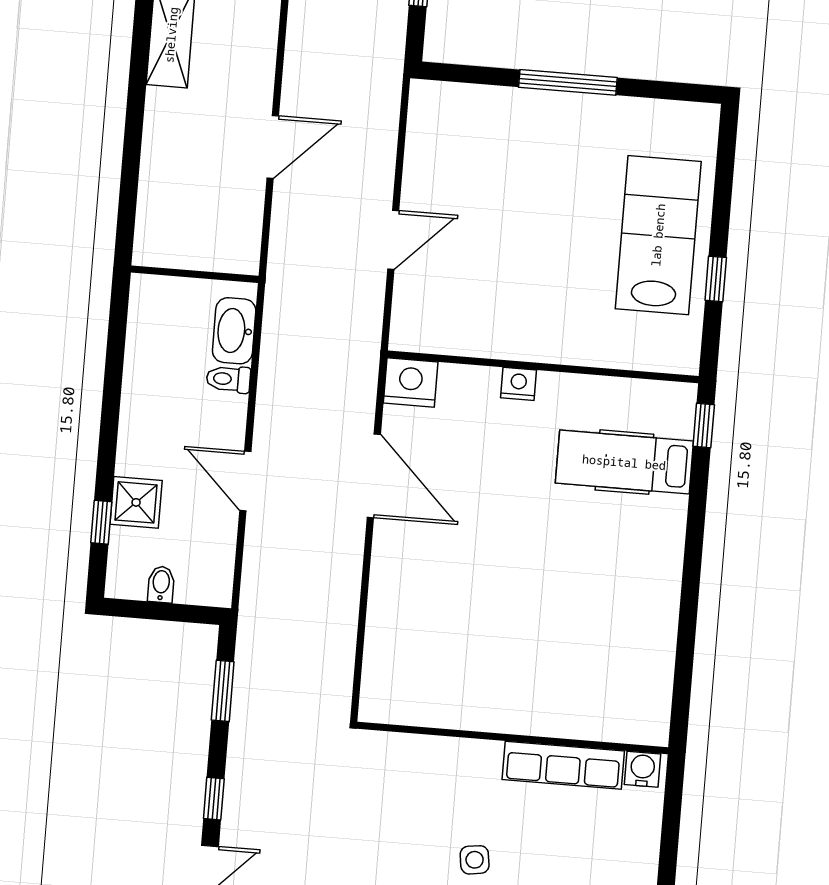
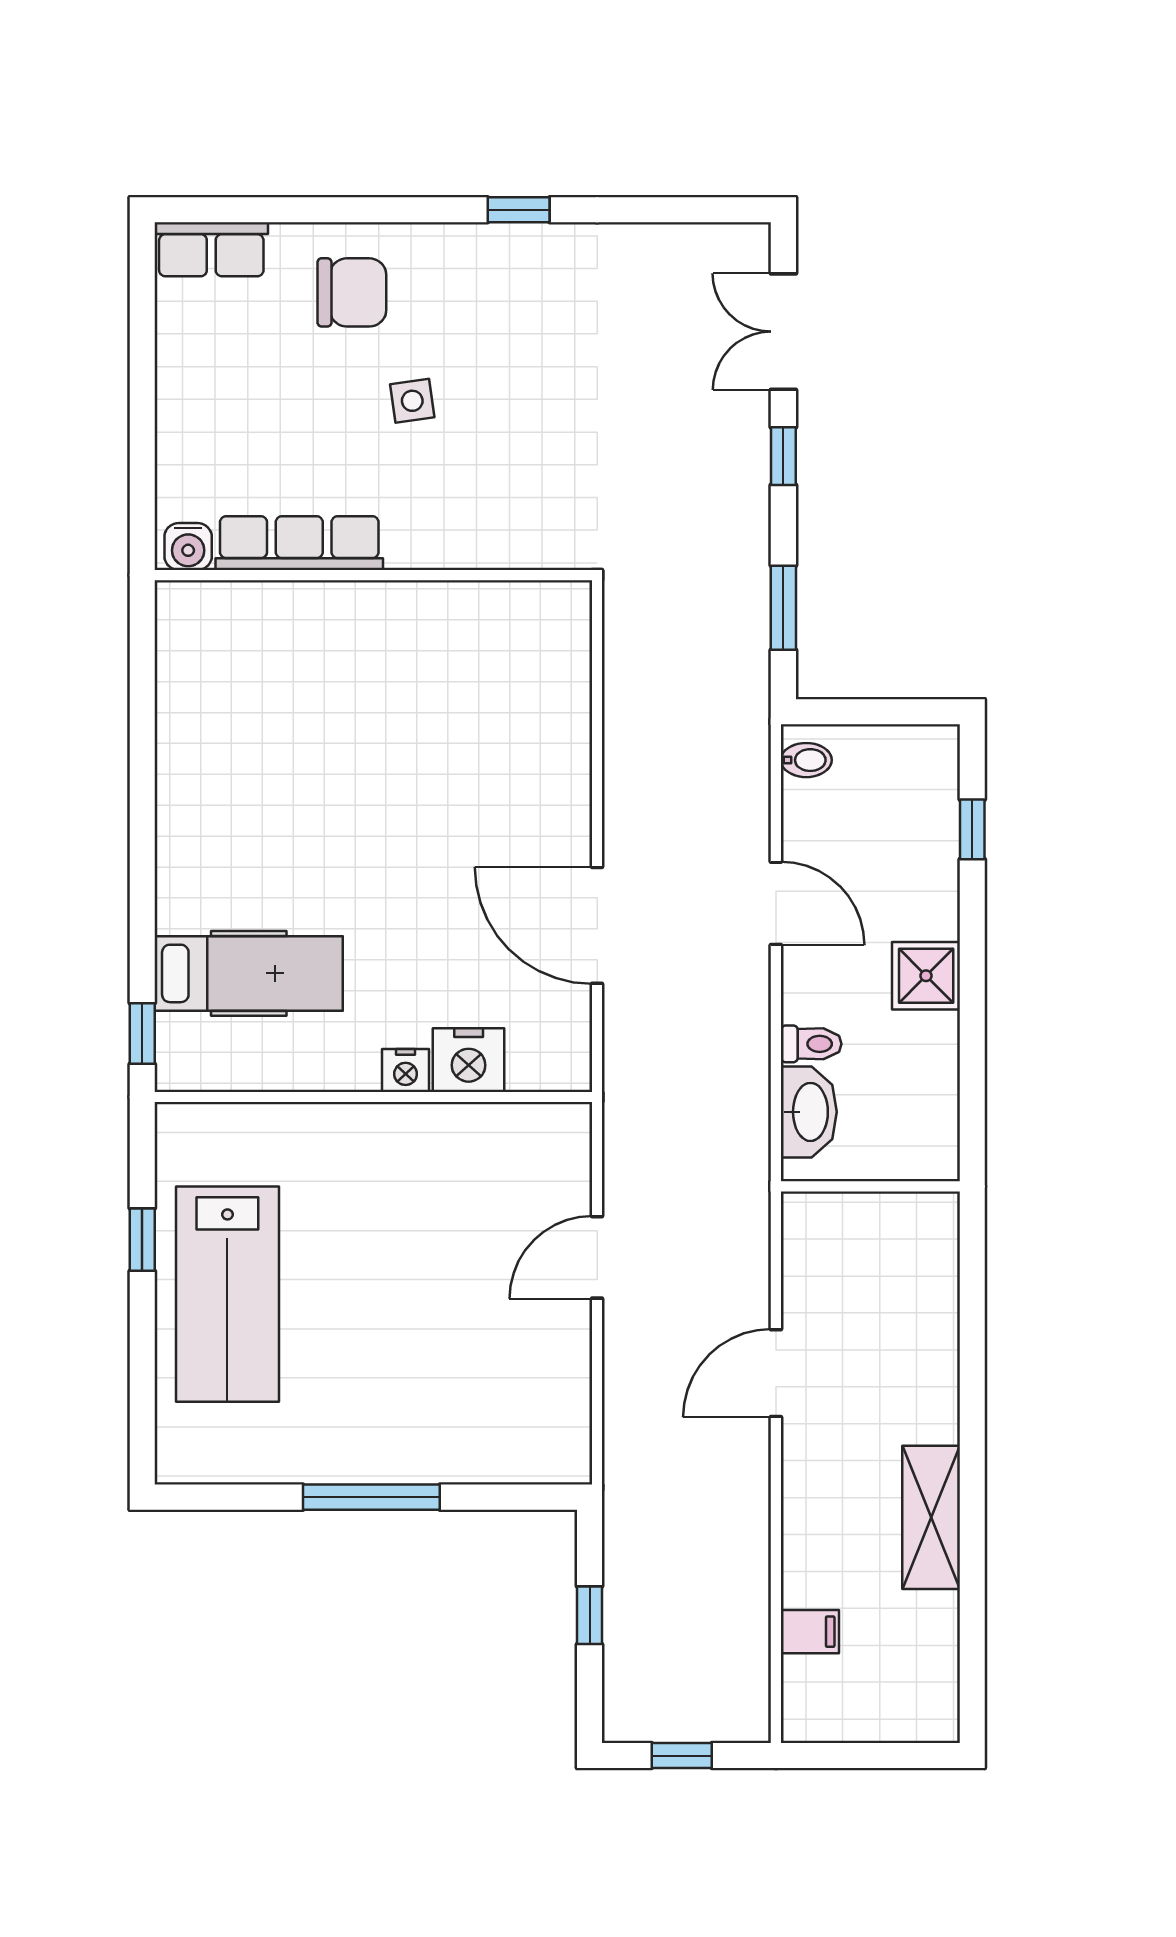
nightstand: (411, 382) -> (469, 1060), moved
shower: (136, 502) -> (926, 976), moved
bidet: (161, 584) -> (806, 760), moved, turned -90

